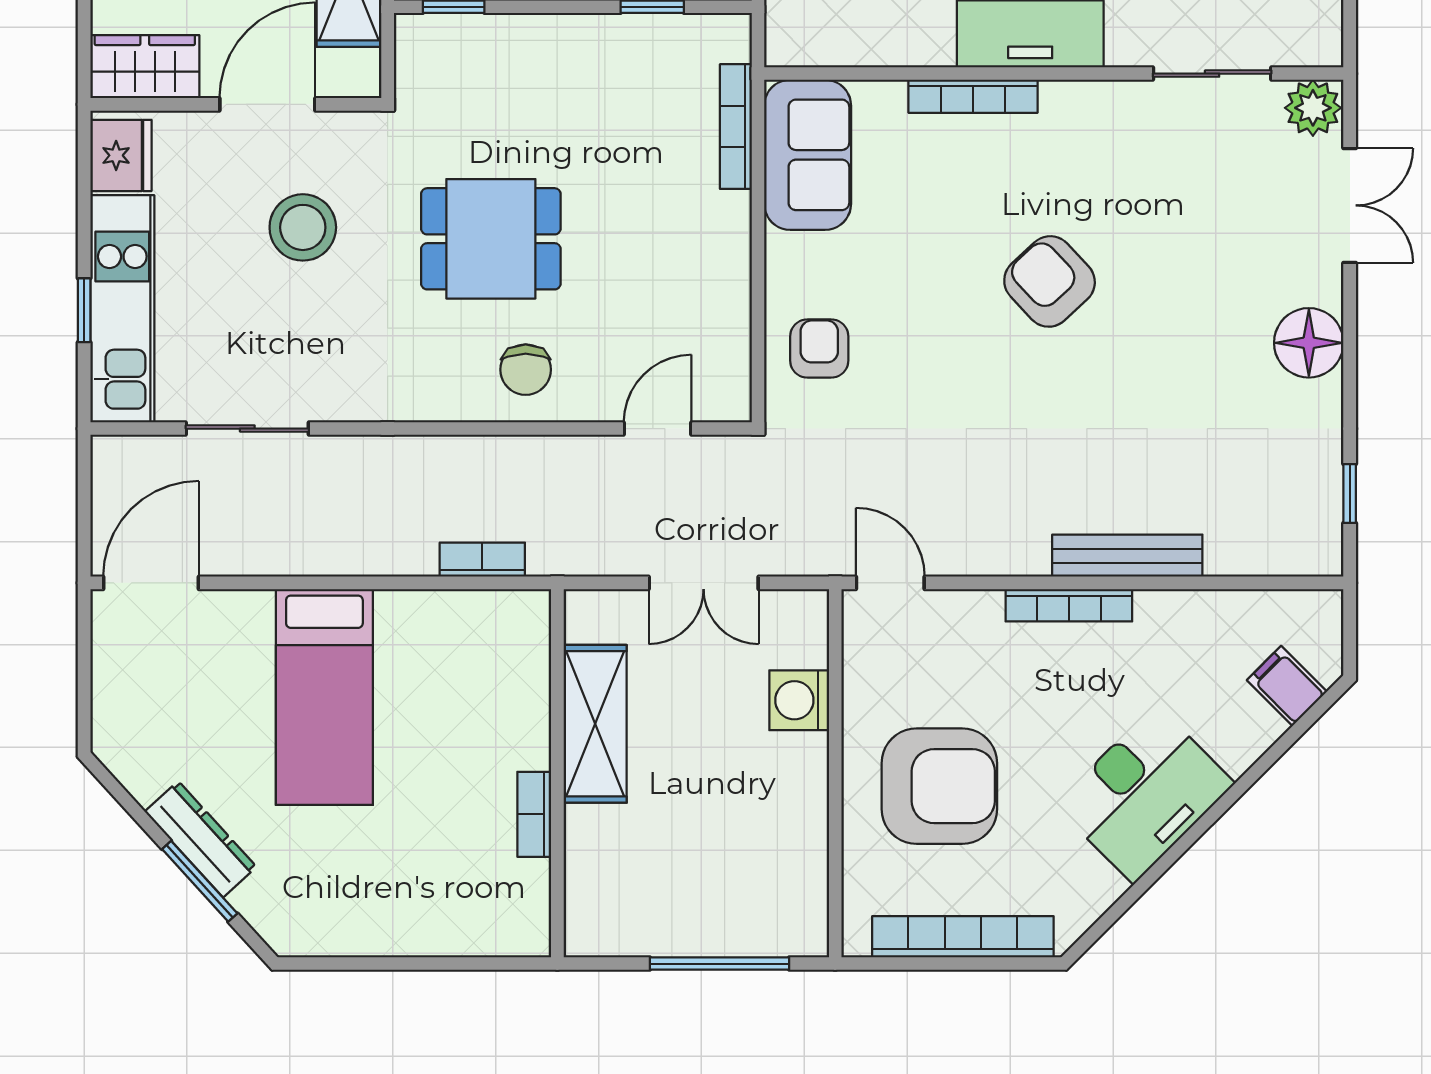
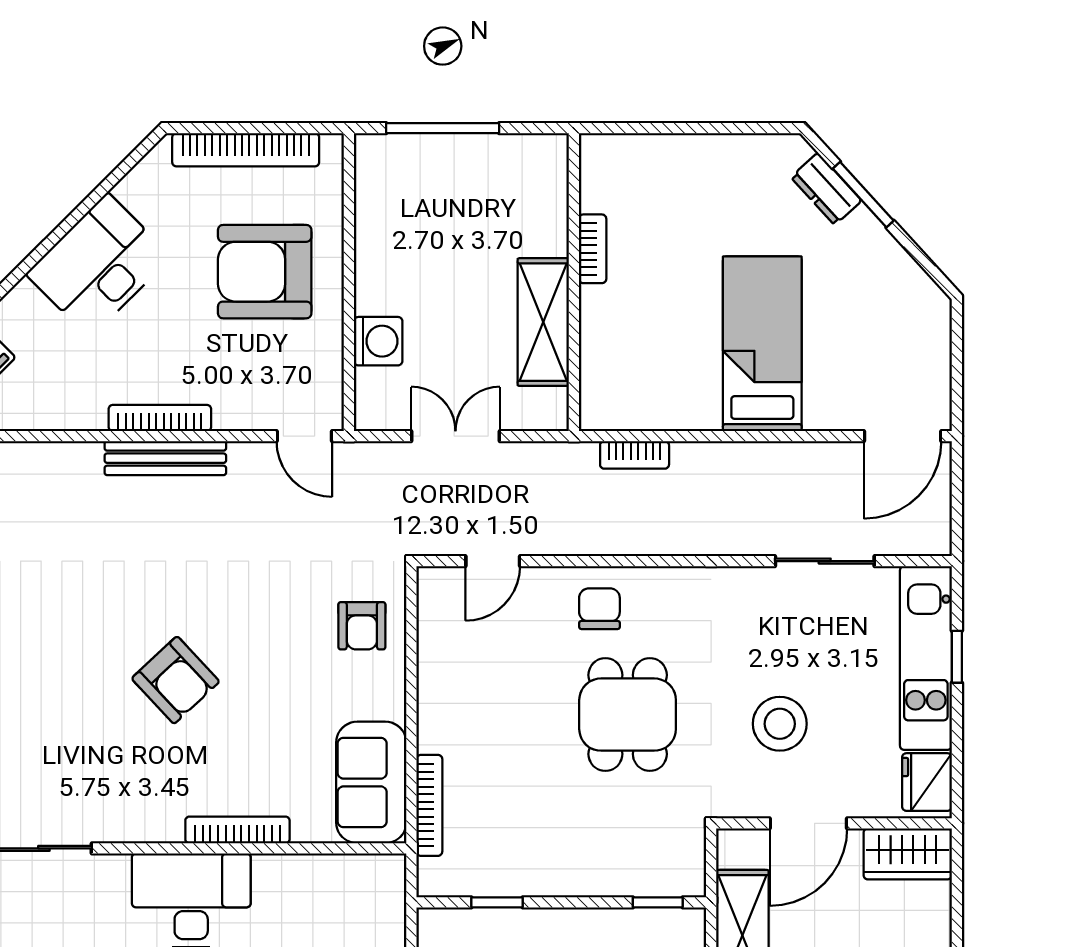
dining table: (491, 239) -> (628, 715), turned 90
bench: (1127, 556) -> (165, 458), moved
dresser: (201, 839) -> (826, 189), moved, width x0.70

